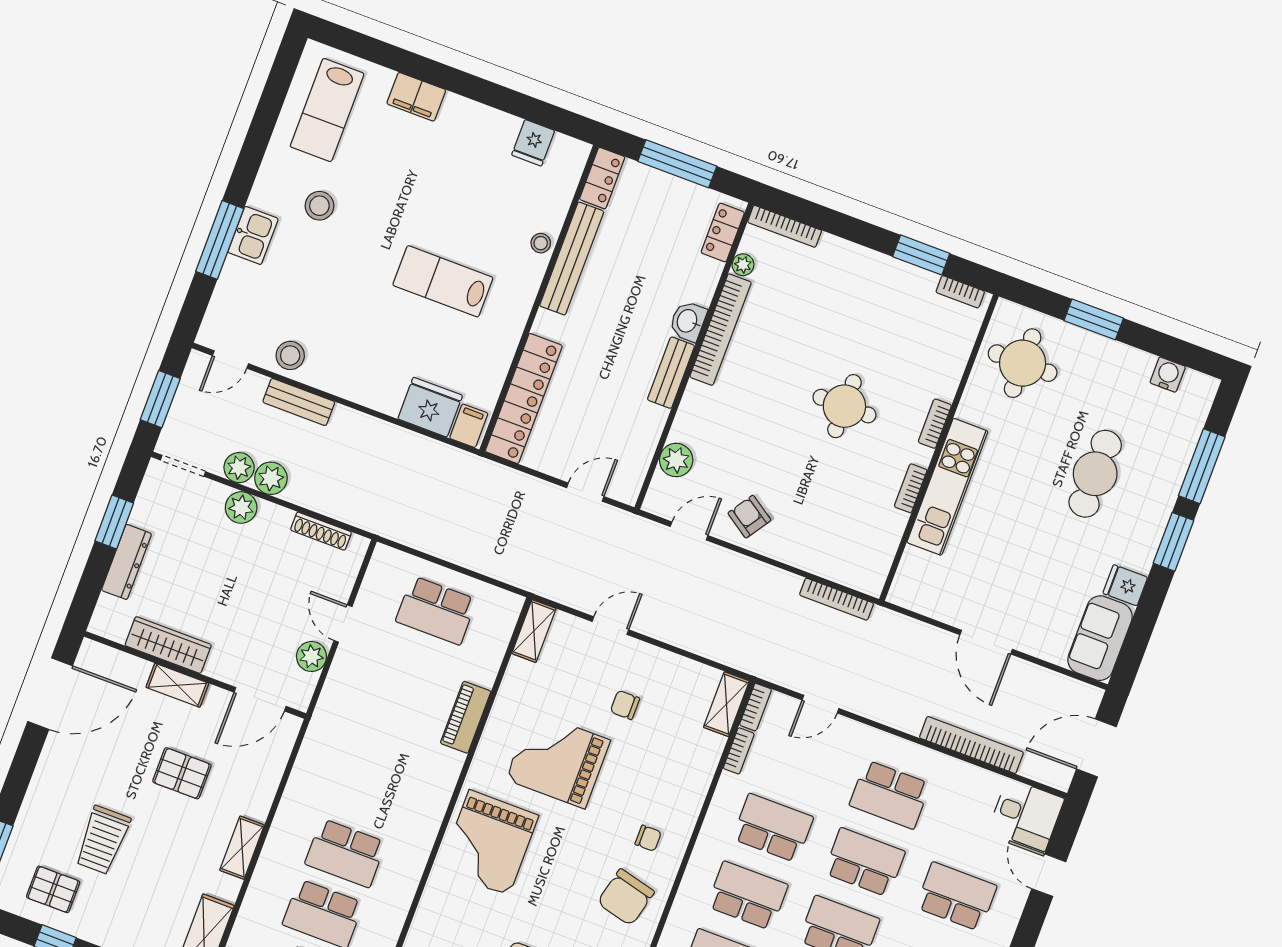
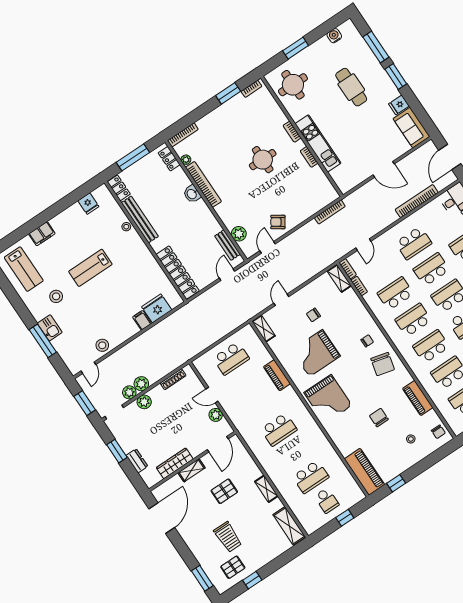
lab bench: (443, 281) -> (90, 268), moved
bench: (671, 373) -> (228, 245), moved
bench: (299, 402) -> (121, 354), removed
filing cabinet: (469, 426) -> (142, 320), moved
dresser: (127, 562) -> (137, 461), width x0.70
school desk: (346, 853) -> (279, 429), moved

